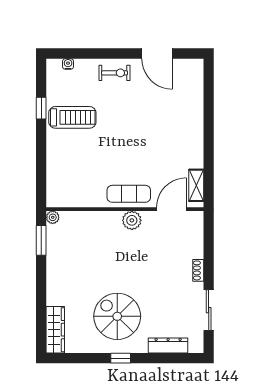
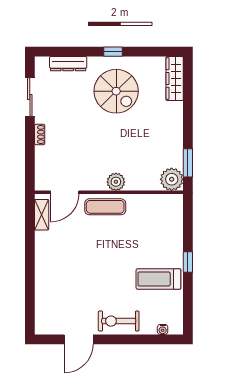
door: (157, 53) -> (79, 339), swing flipped
exercise bike: (115, 73) -> (119, 321), width x1.38, depth x1.39
window: (41, 108) -> (188, 262), moved
plant: (53, 217) -> (172, 179), width x1.87, depth x1.87
plant: (132, 220) -> (116, 182), moved

